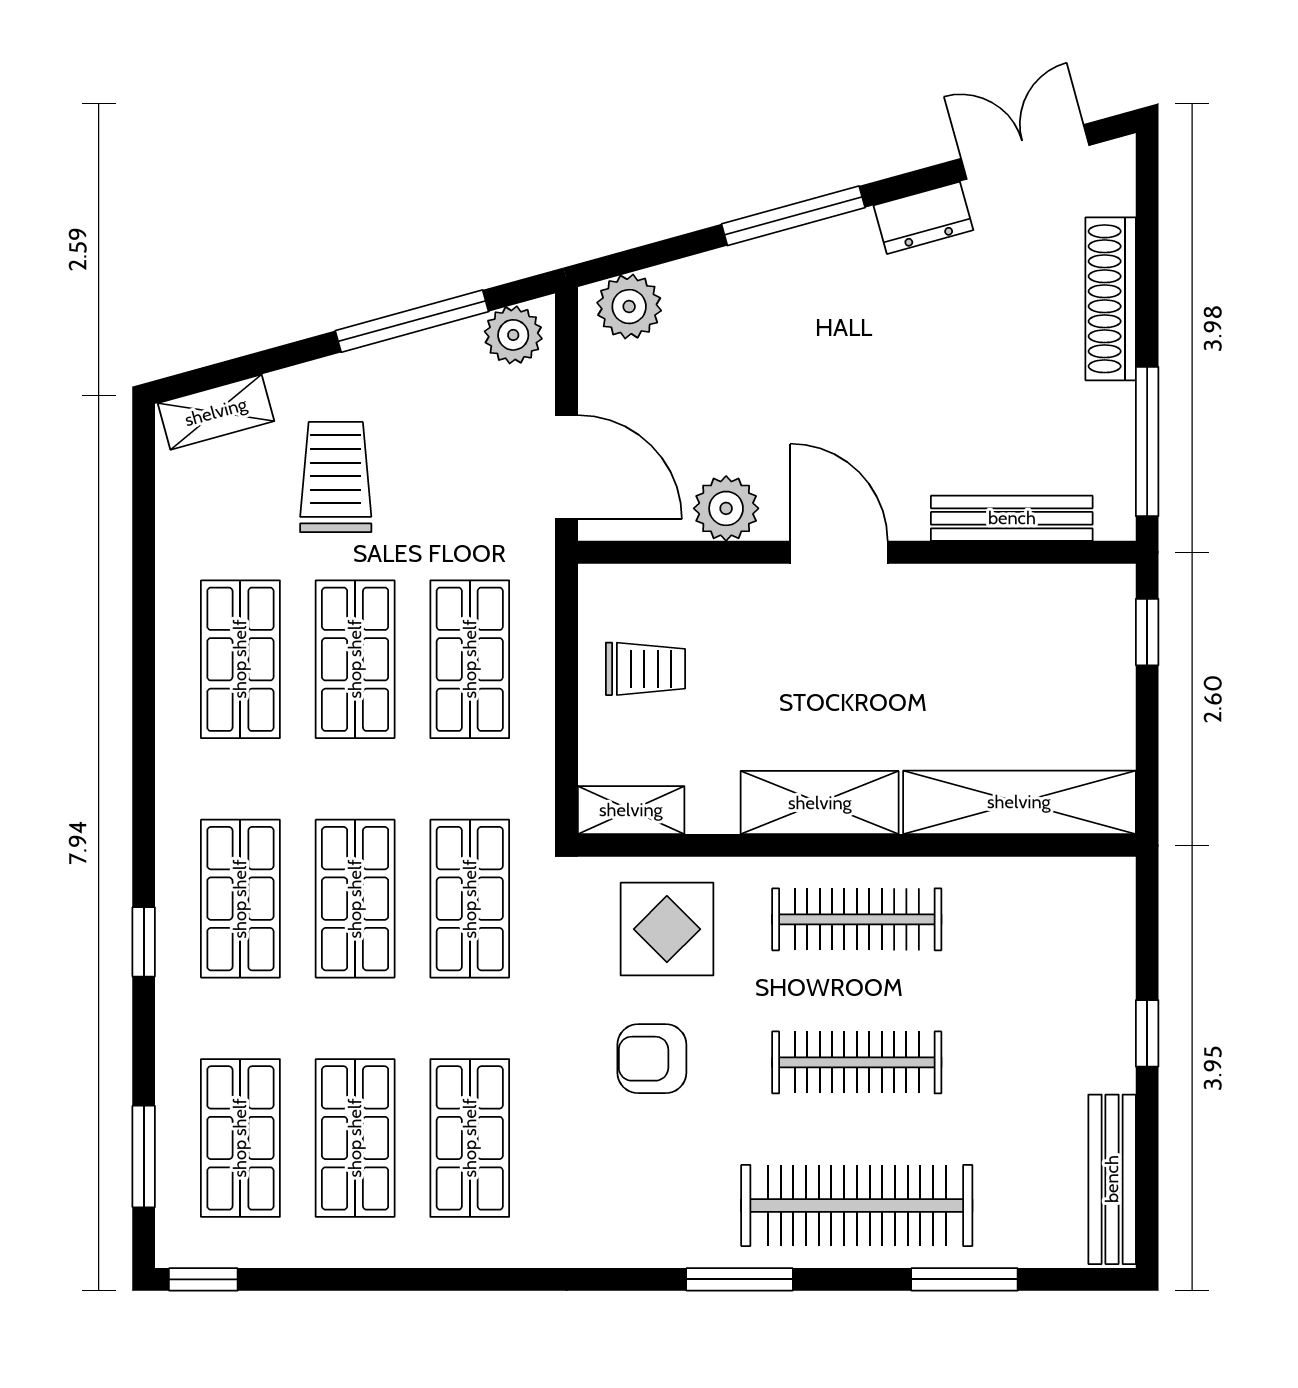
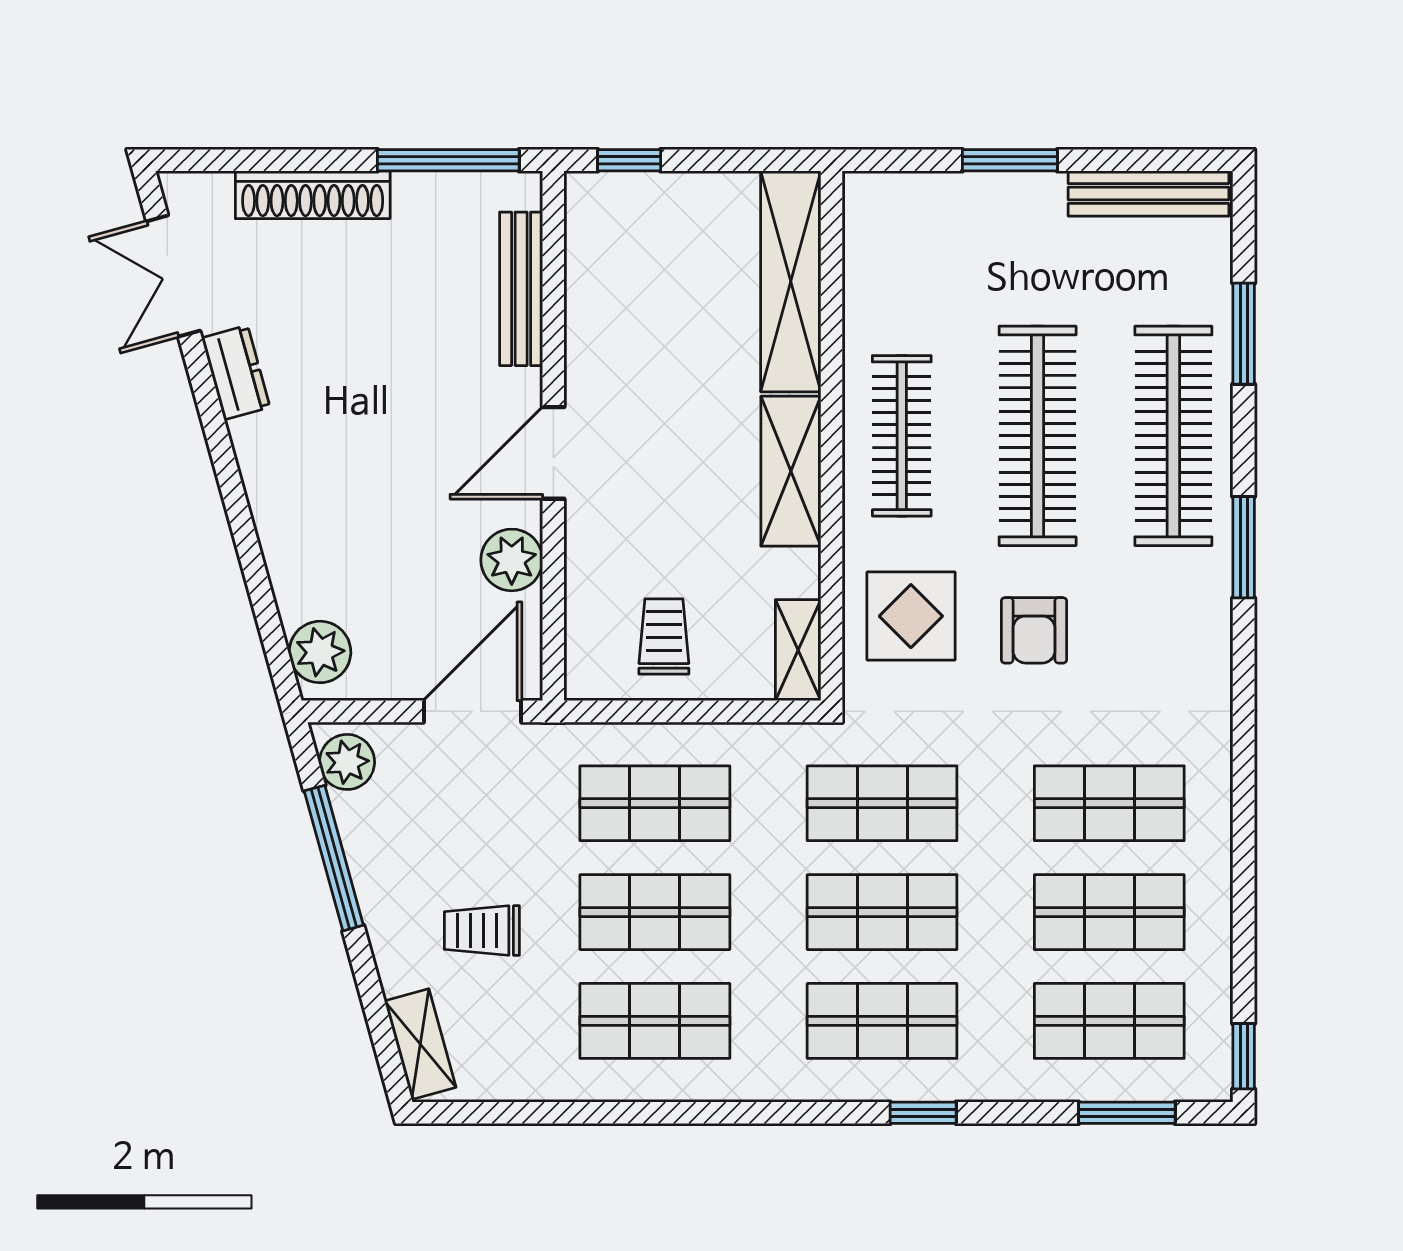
window: (793, 216) -> (234, 496), removed
trolley: (336, 477) -> (482, 931), width x0.73, depth x0.72
window: (1147, 1033) -> (1010, 160), width x1.50
clothes rail: (857, 1062) -> (1038, 436), width x1.37, depth x1.31

